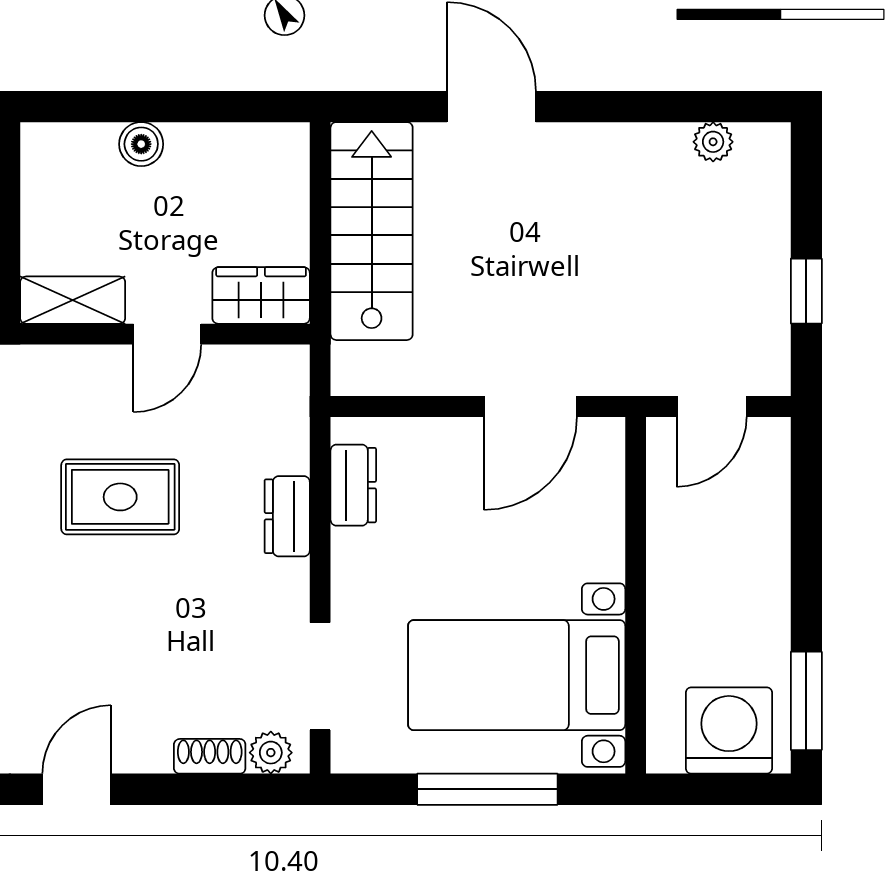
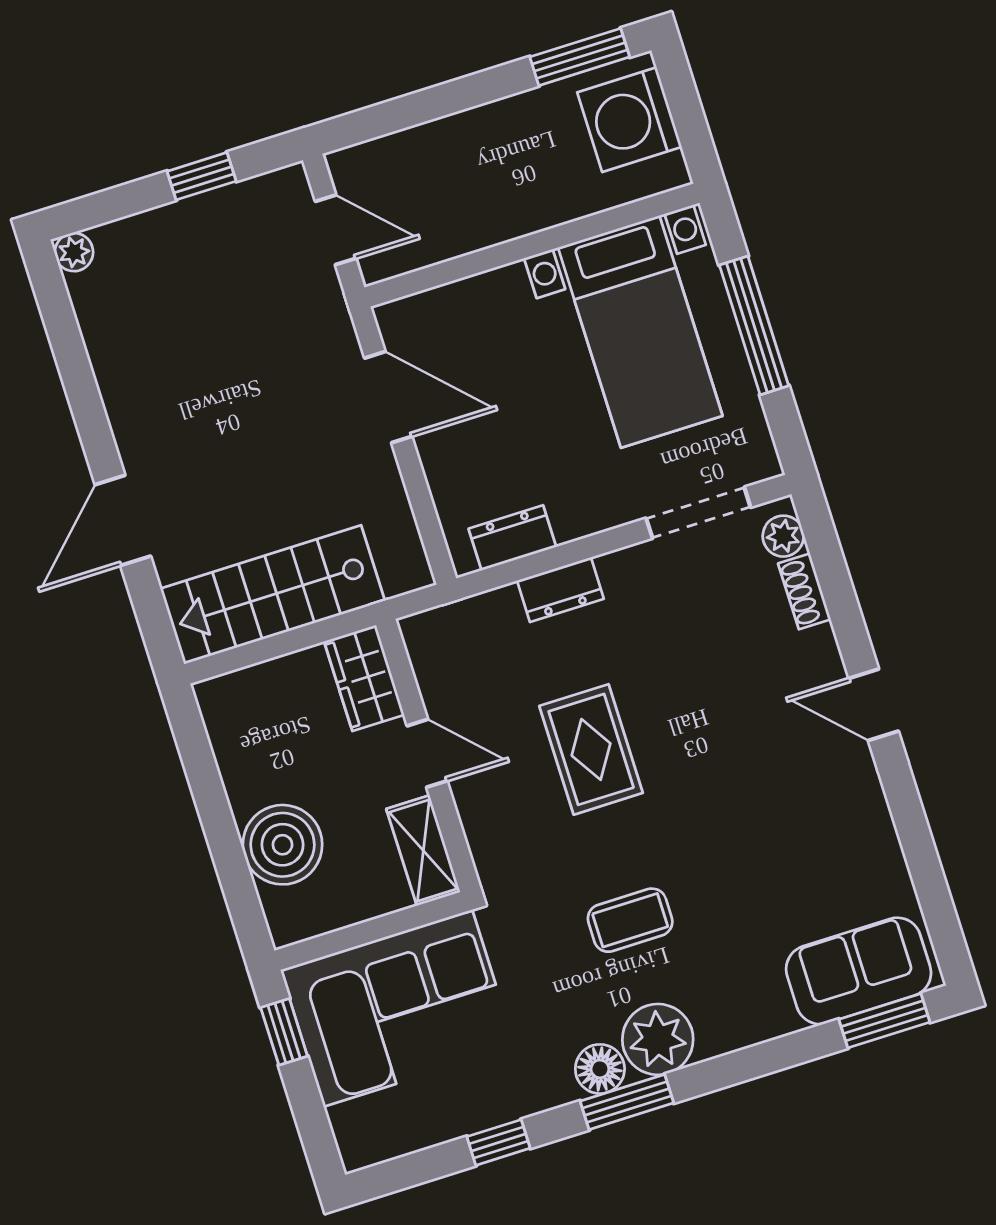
plant: (713, 142) -> (74, 252), moved
boiler: (141, 144) -> (282, 845), width x1.86, depth x1.86

